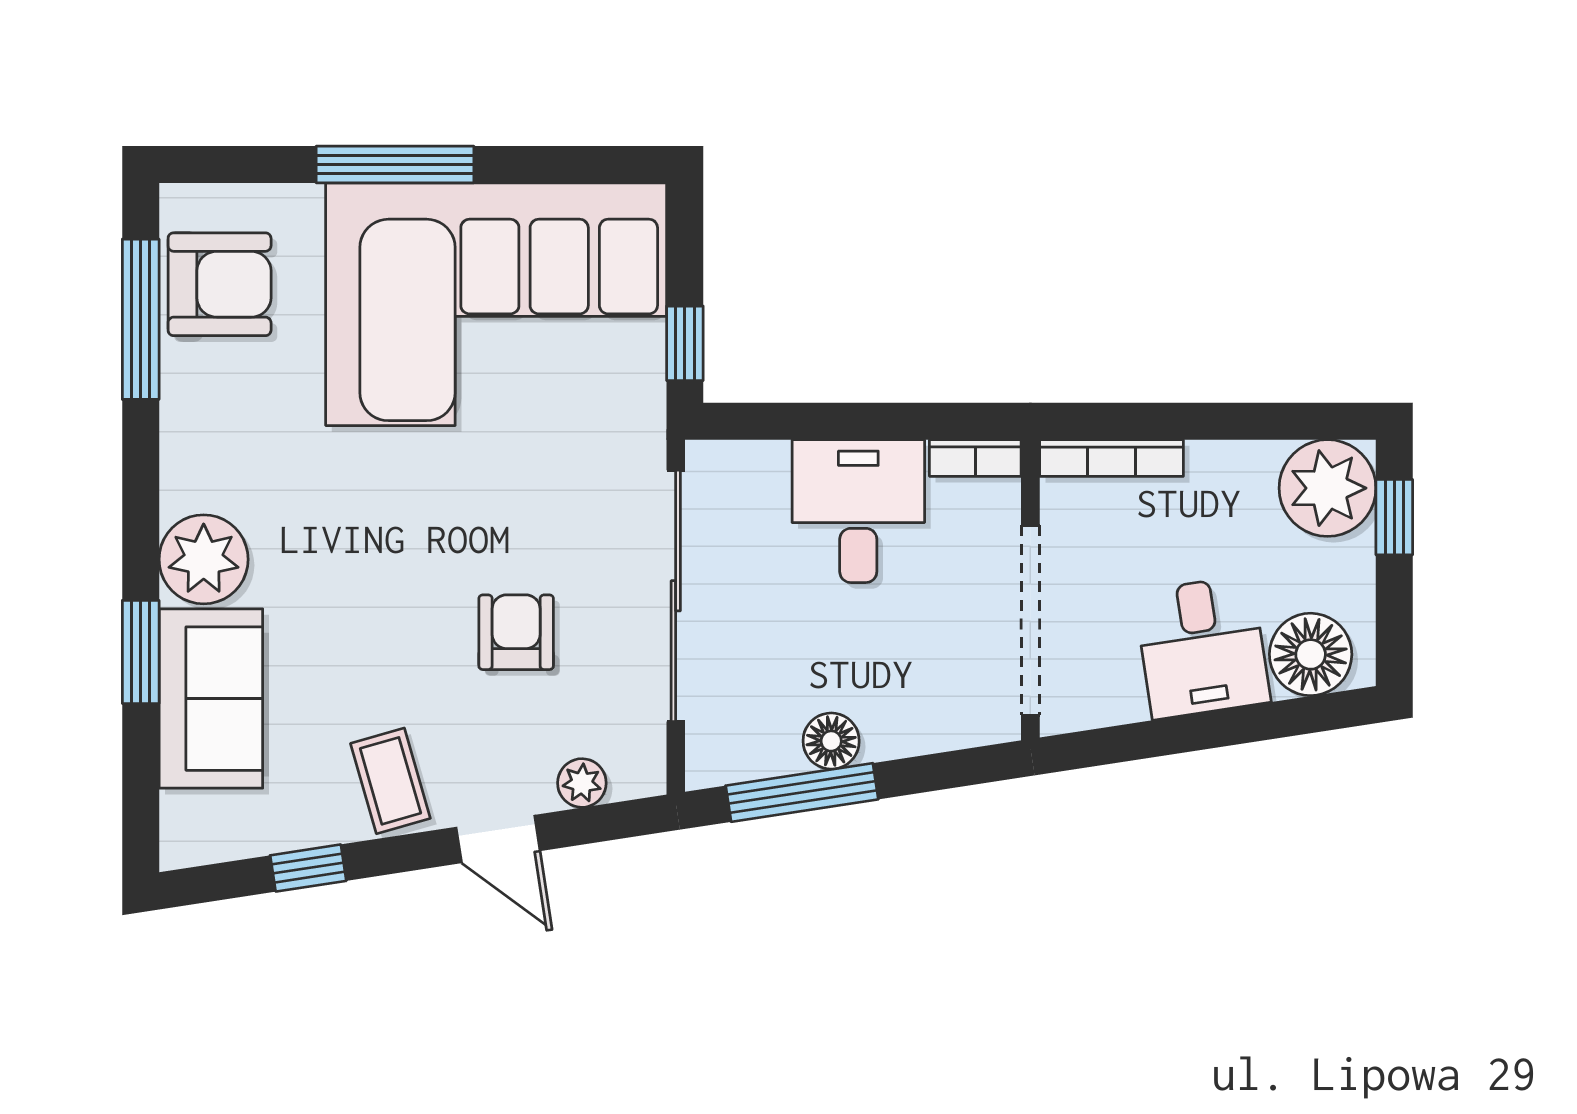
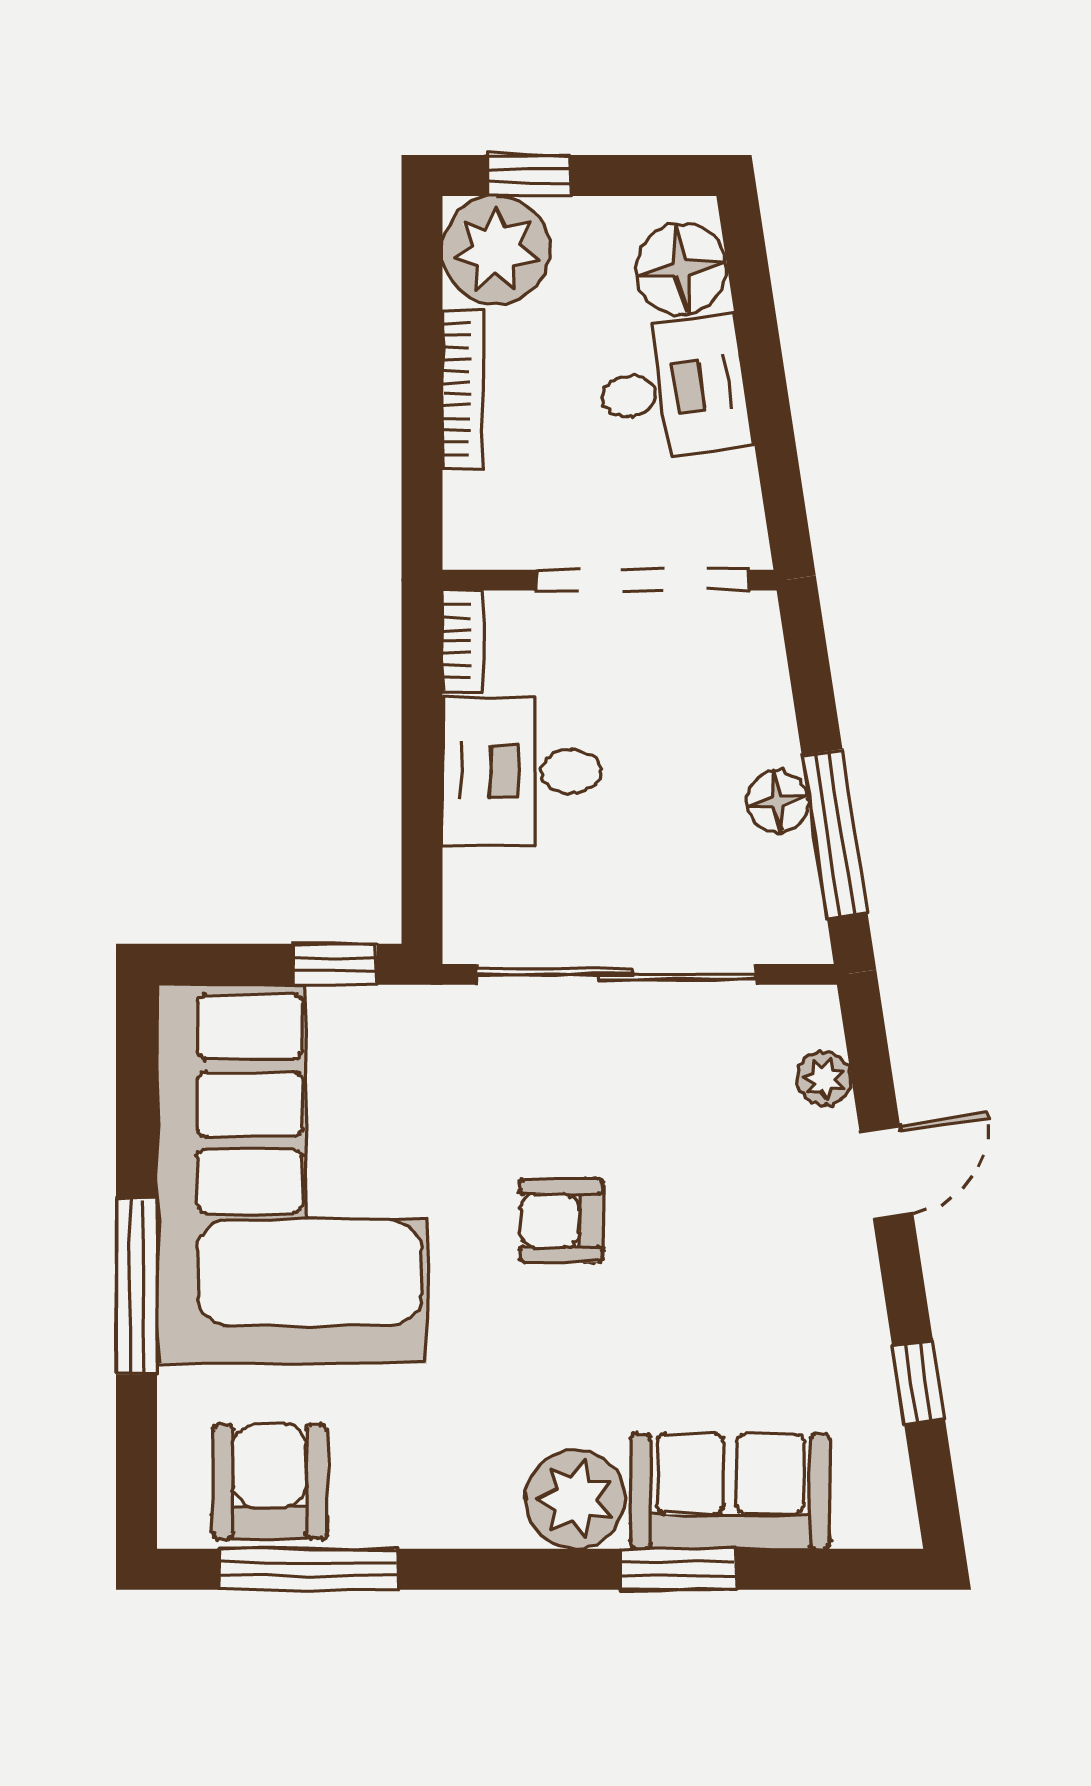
bookcase: (1111, 458) -> (463, 389), moved
armchair: (516, 632) -> (561, 1220), moved
coffee table: (390, 781) -> (822, 1292), removed

